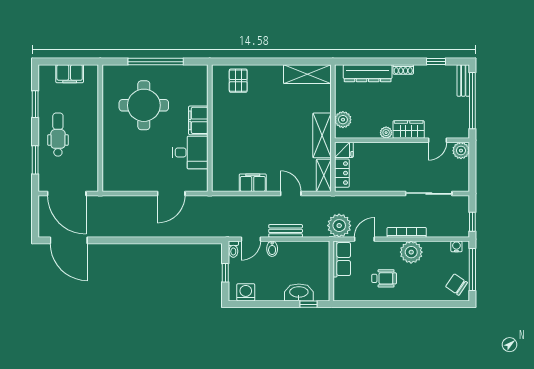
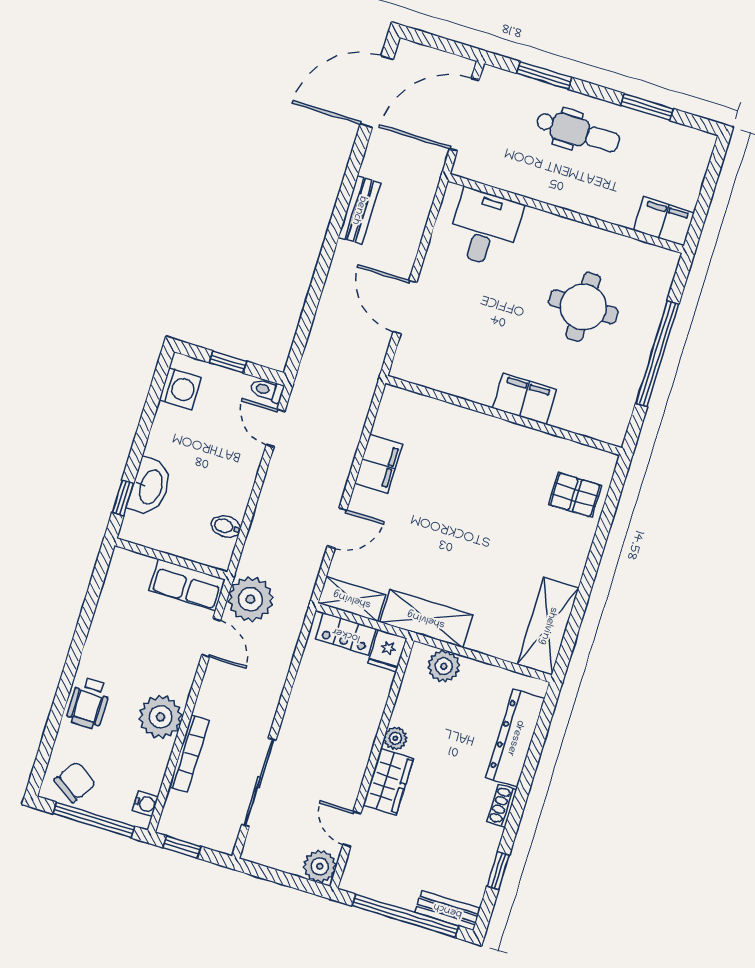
filing cabinet: (70, 74) -> (664, 222), moved, turned 90
round table: (144, 105) -> (583, 307), width x0.73, depth x0.73
desk: (190, 152) -> (485, 228), moved, turned 180
bench: (286, 231) -> (359, 210), moved
bookcase: (407, 232) -> (189, 754), moved
bidet: (272, 249) -> (226, 526), moved
wheelchair: (384, 278) -> (88, 703), moved

